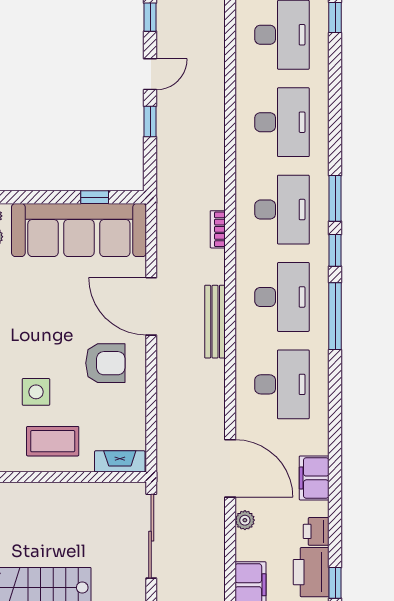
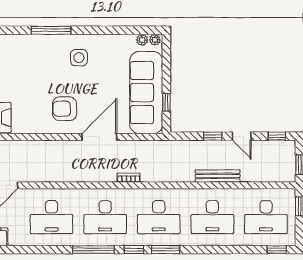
bookcase: (218, 229) -> (129, 178), moved
bench: (215, 322) -> (218, 176), moved
armchair: (105, 363) -> (65, 109), turned 90
side table: (36, 392) -> (79, 58), moved
coffee table: (53, 441) -> (17, 76), removed

